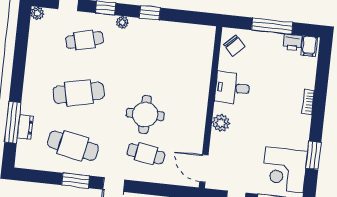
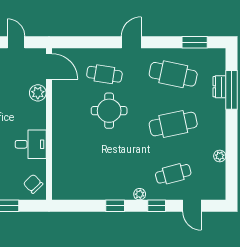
plant: (37, 13) -> (220, 156), moved
plant: (221, 123) -> (38, 93), moved
window: (76, 180) -> (195, 42), moved

